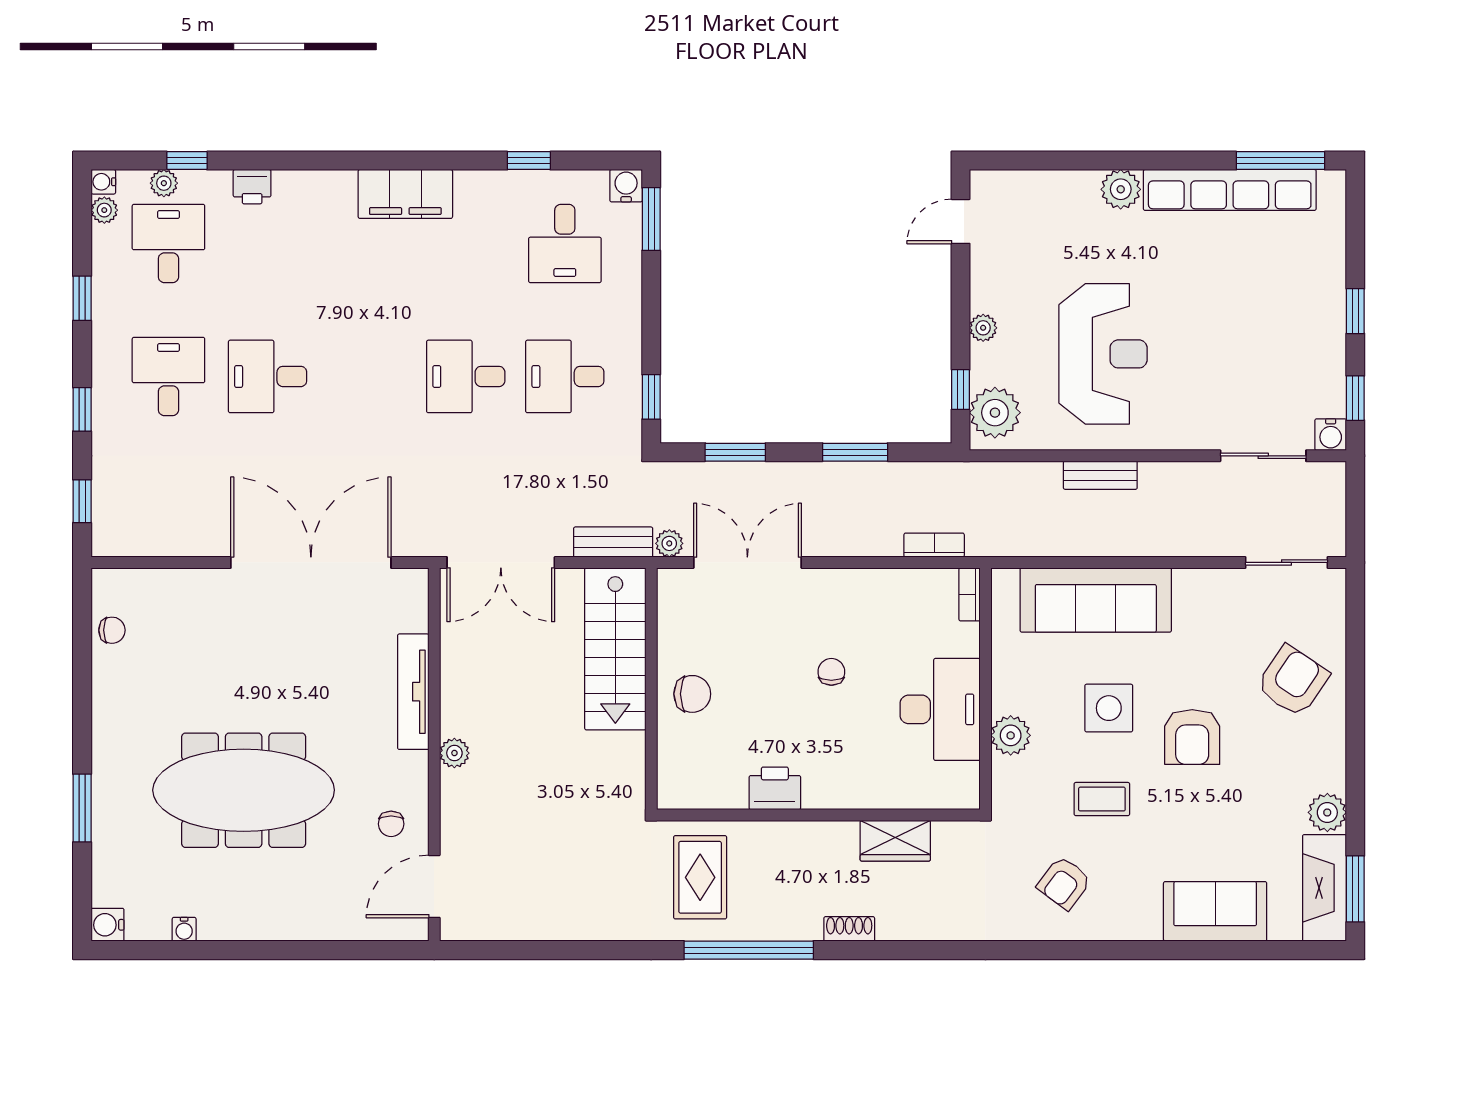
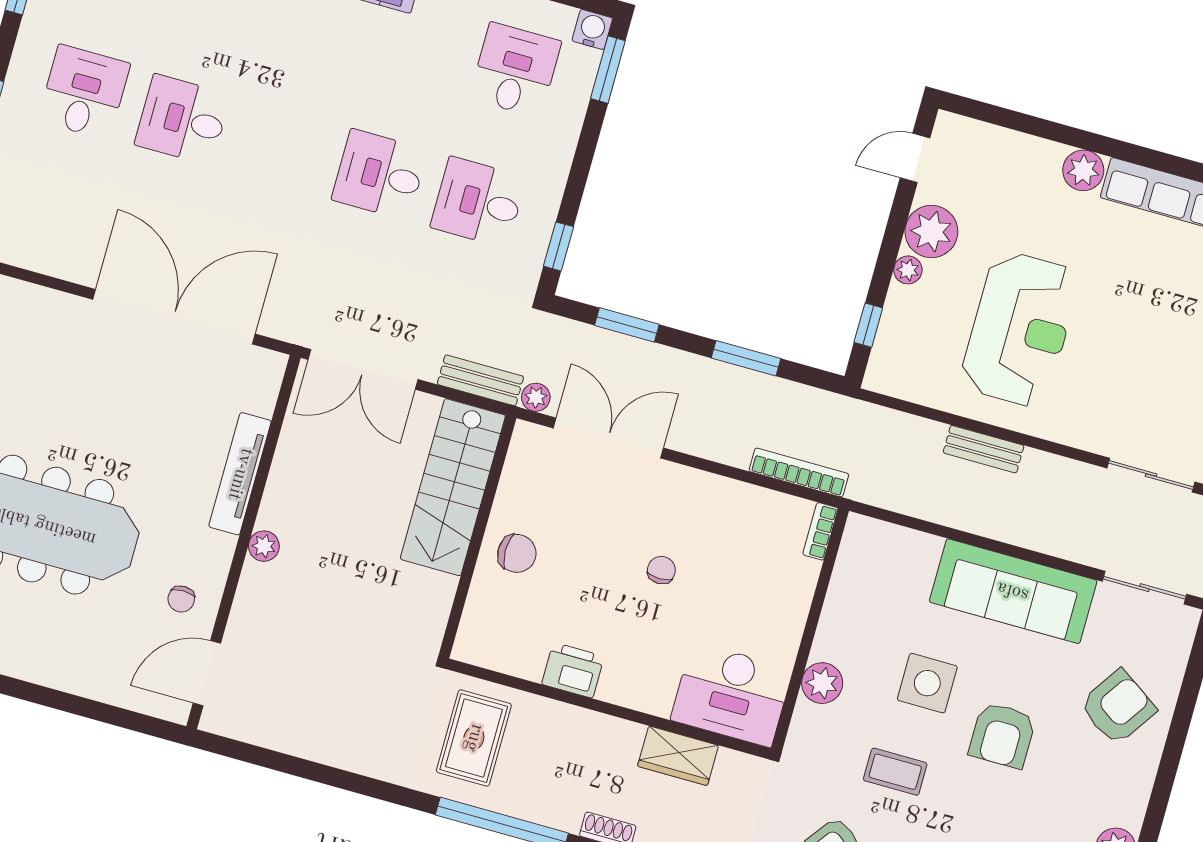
desk: (565, 243) -> (515, 70), turned 180
plant: (995, 413) -> (931, 231), moved
bookcase: (934, 545) -> (799, 473), width x1.56
sofa: (1096, 600) -> (1013, 591), moved
desk: (940, 709) -> (732, 694), moved, turned 90

